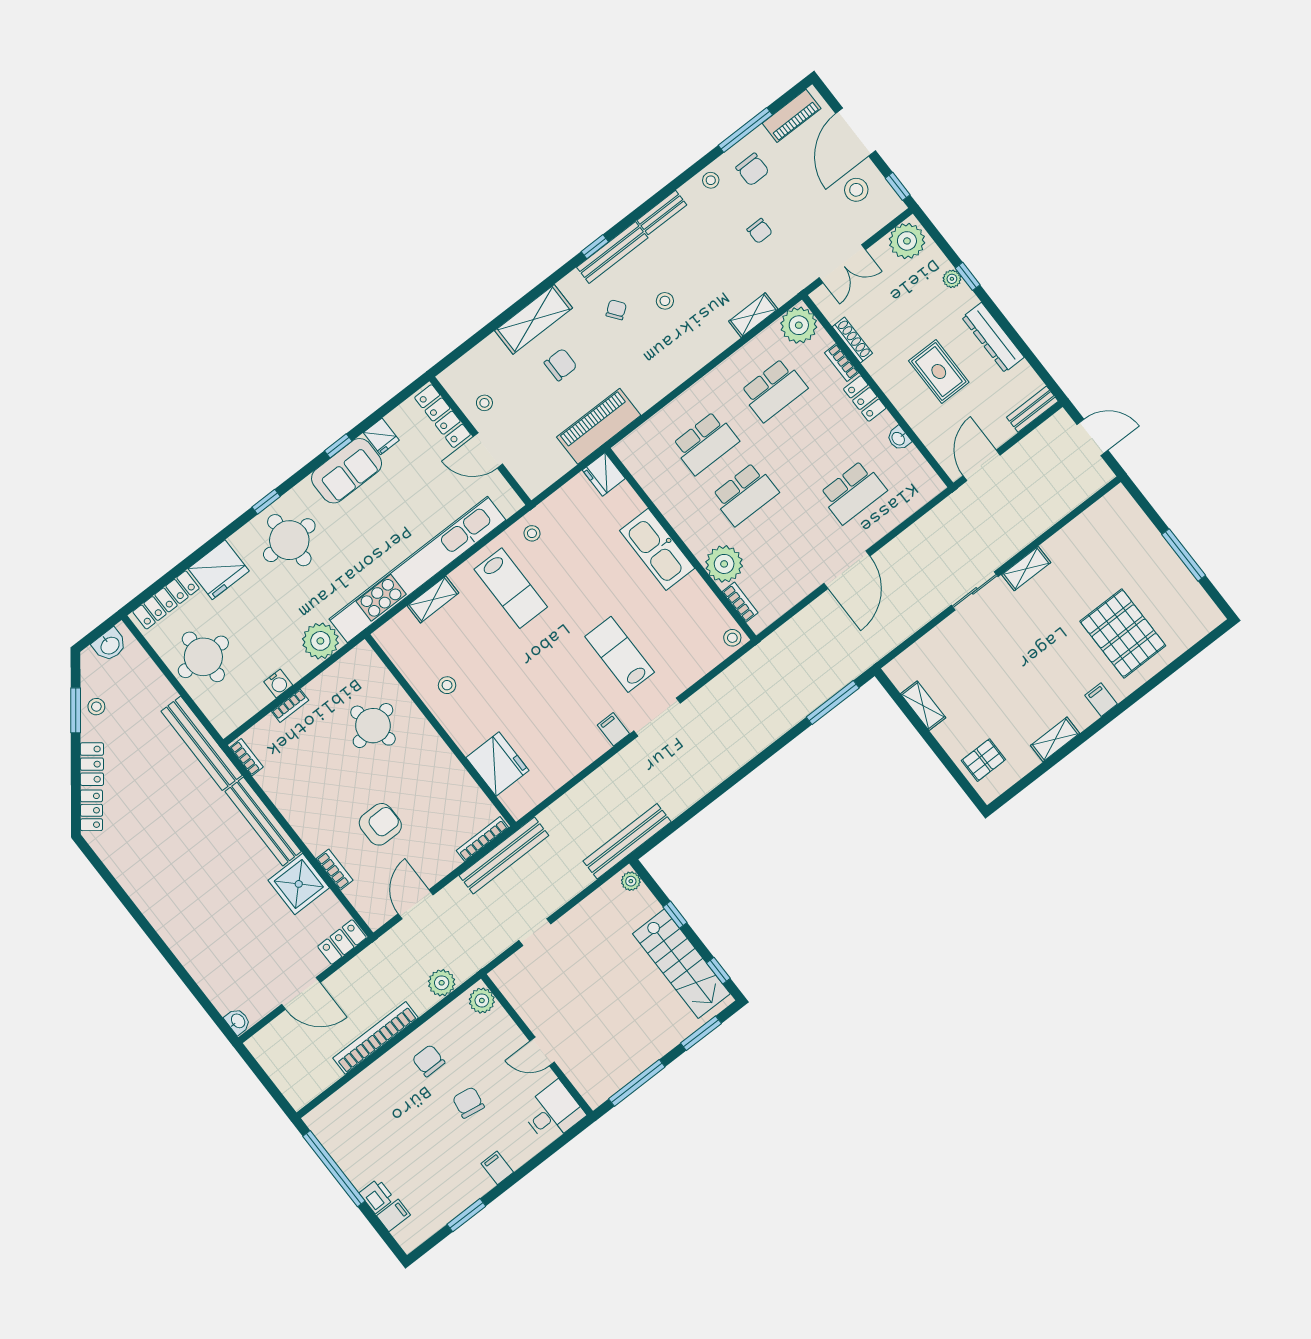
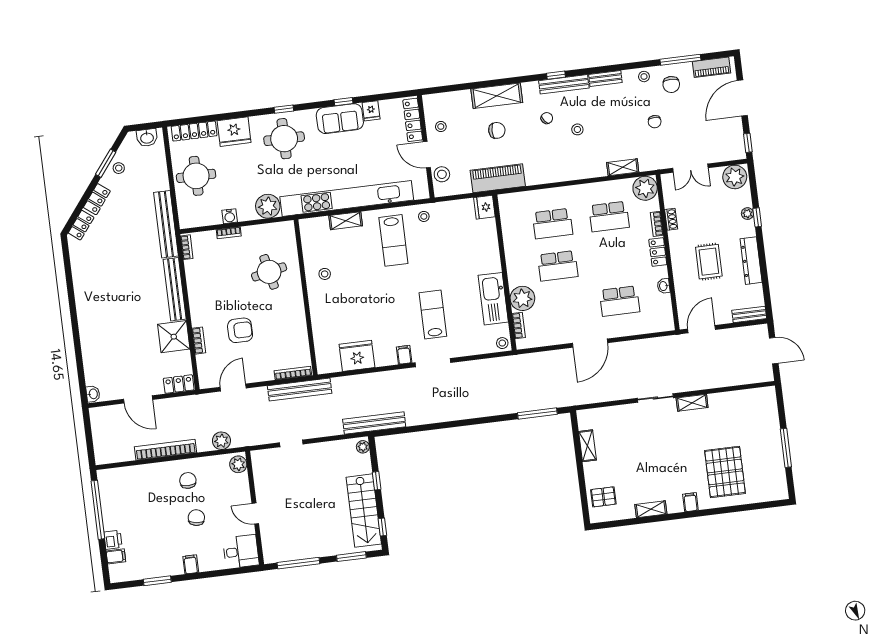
stool: (856, 190) -> (442, 174), moved
shoe rack: (852, 340) -> (671, 219), width x0.70
kitchen sink: (657, 549) -> (493, 299), moved
fridge: (497, 764) -> (357, 356), moved, turned -90

